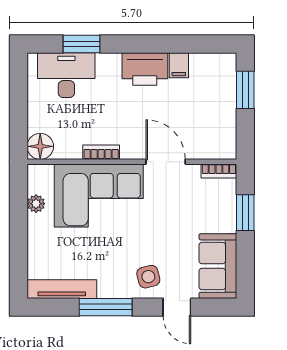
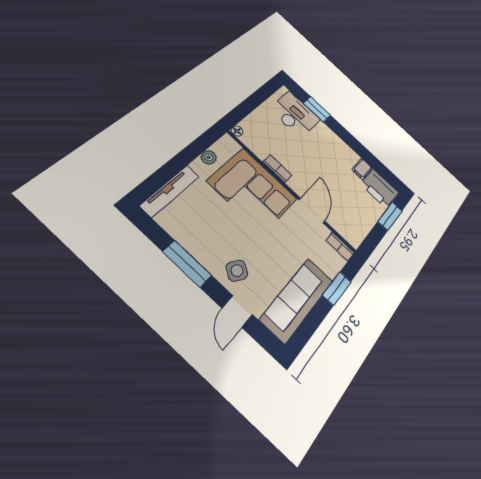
printer: (145, 69) -> (380, 188), moved
floor lamp: (40, 146) -> (237, 131), width x0.53, depth x0.53
sofa: (218, 266) -> (297, 300), width x1.36
side table: (148, 277) -> (237, 271), turned 45
tv unit: (62, 289) -> (170, 191), moved, turned 90

